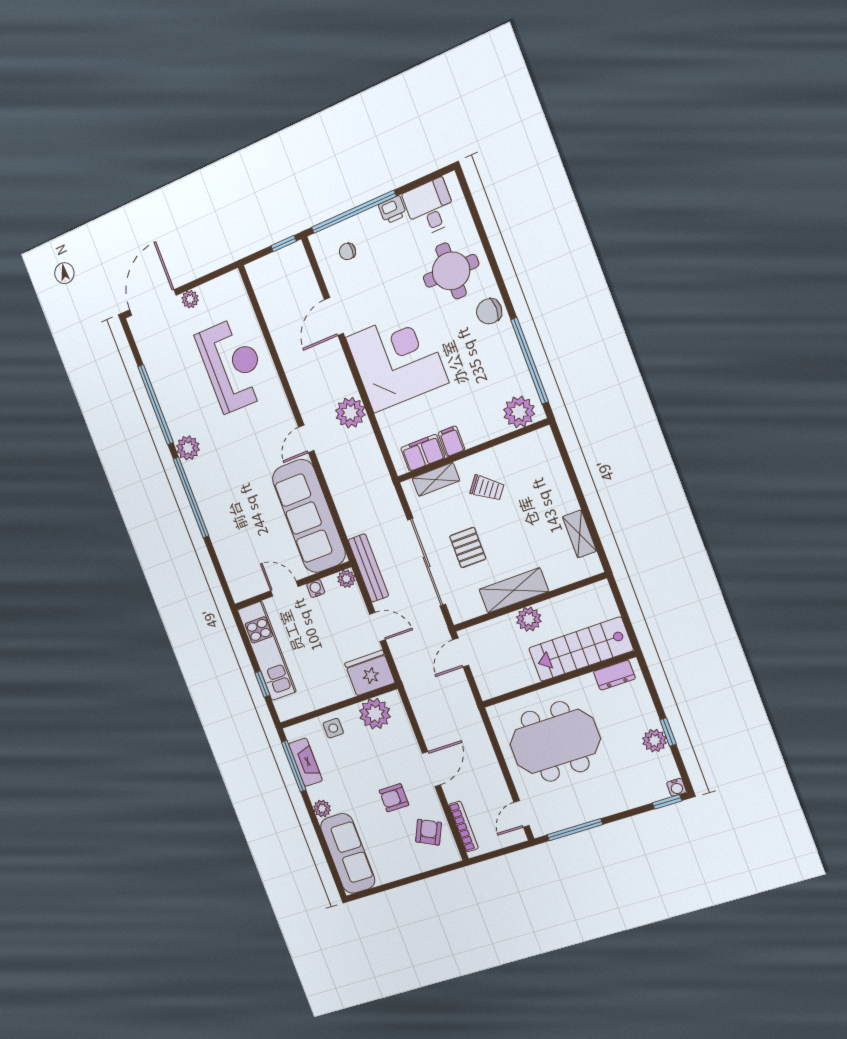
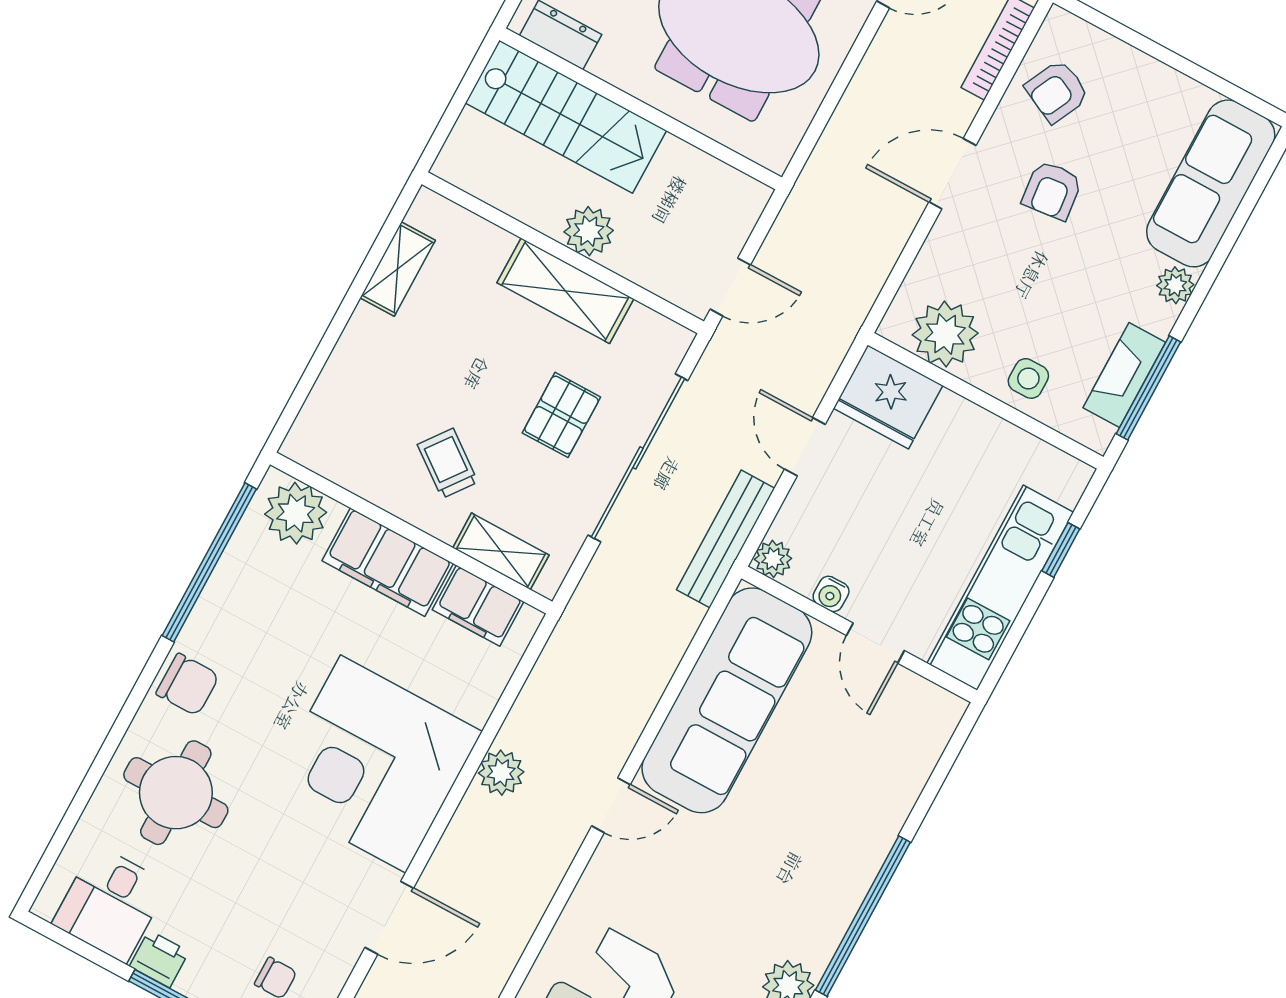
plant: (350, 413) -> (501, 773), width x0.73, depth x0.73
filing cabinet: (451, 441) -> (388, 562), width x3.00, depth x1.17
armchair: (394, 798) -> (1052, 190), turned 84

